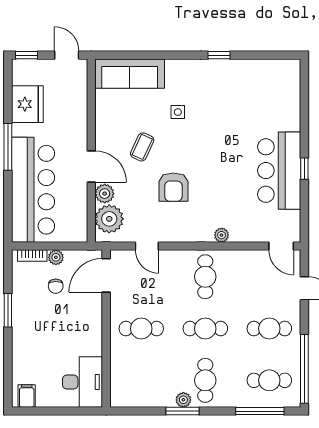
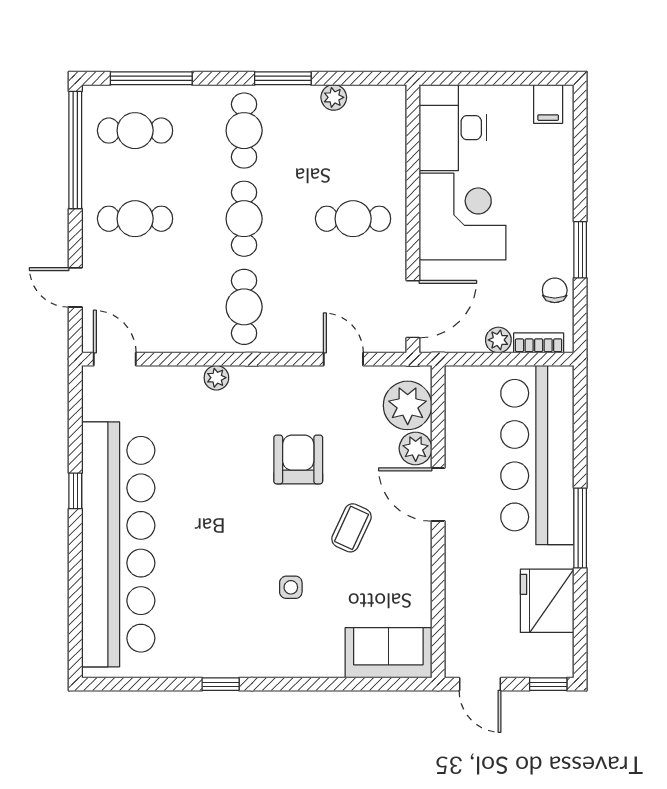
sofa: (130, 74) -> (388, 653), width x0.73
bar counter: (279, 171) -> (118, 544), width x1.86
chair: (56, 286) -> (555, 290), moved
cafe table: (205, 329) -> (244, 219), turned 90
corner desk: (77, 330) -> (463, 217), added
plant: (183, 400) -> (334, 97), moved

